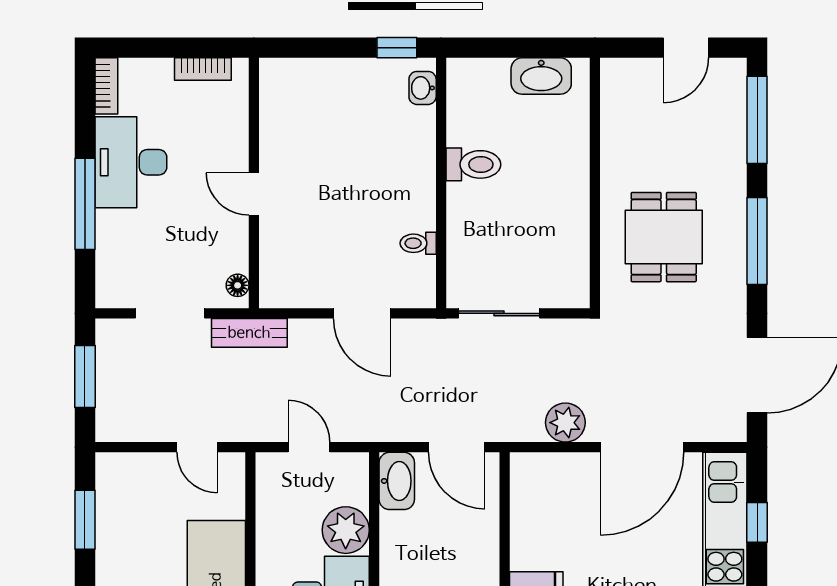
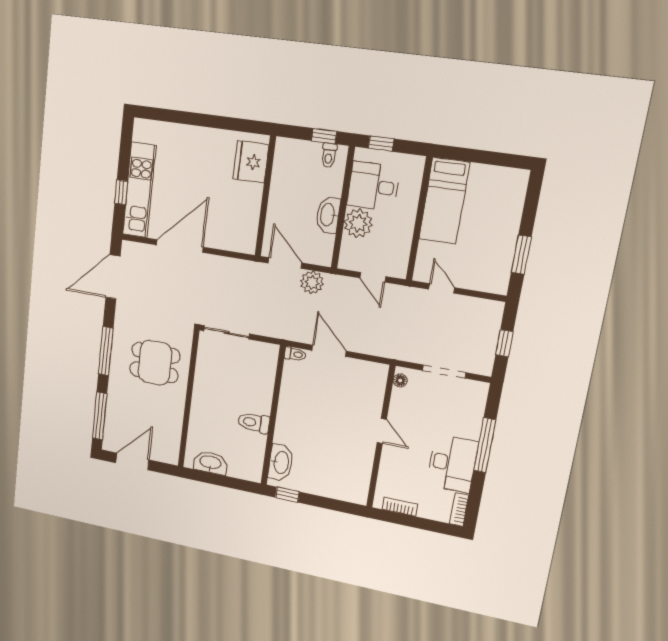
door: (686, 48) -> (132, 461), width x1.38
washbasin: (423, 88) -> (281, 462), width x1.91, depth x1.45
dining table: (664, 237) -> (155, 363), turned 90
toilet: (418, 243) -> (295, 354), moved
sliding door: (499, 313) -> (227, 332), moved
bench: (249, 333) -> (398, 351), removed
window: (85, 376) -> (504, 343), width x0.67
plant: (565, 423) -> (312, 282), moved
washbasin: (397, 481) -> (328, 215), moved

